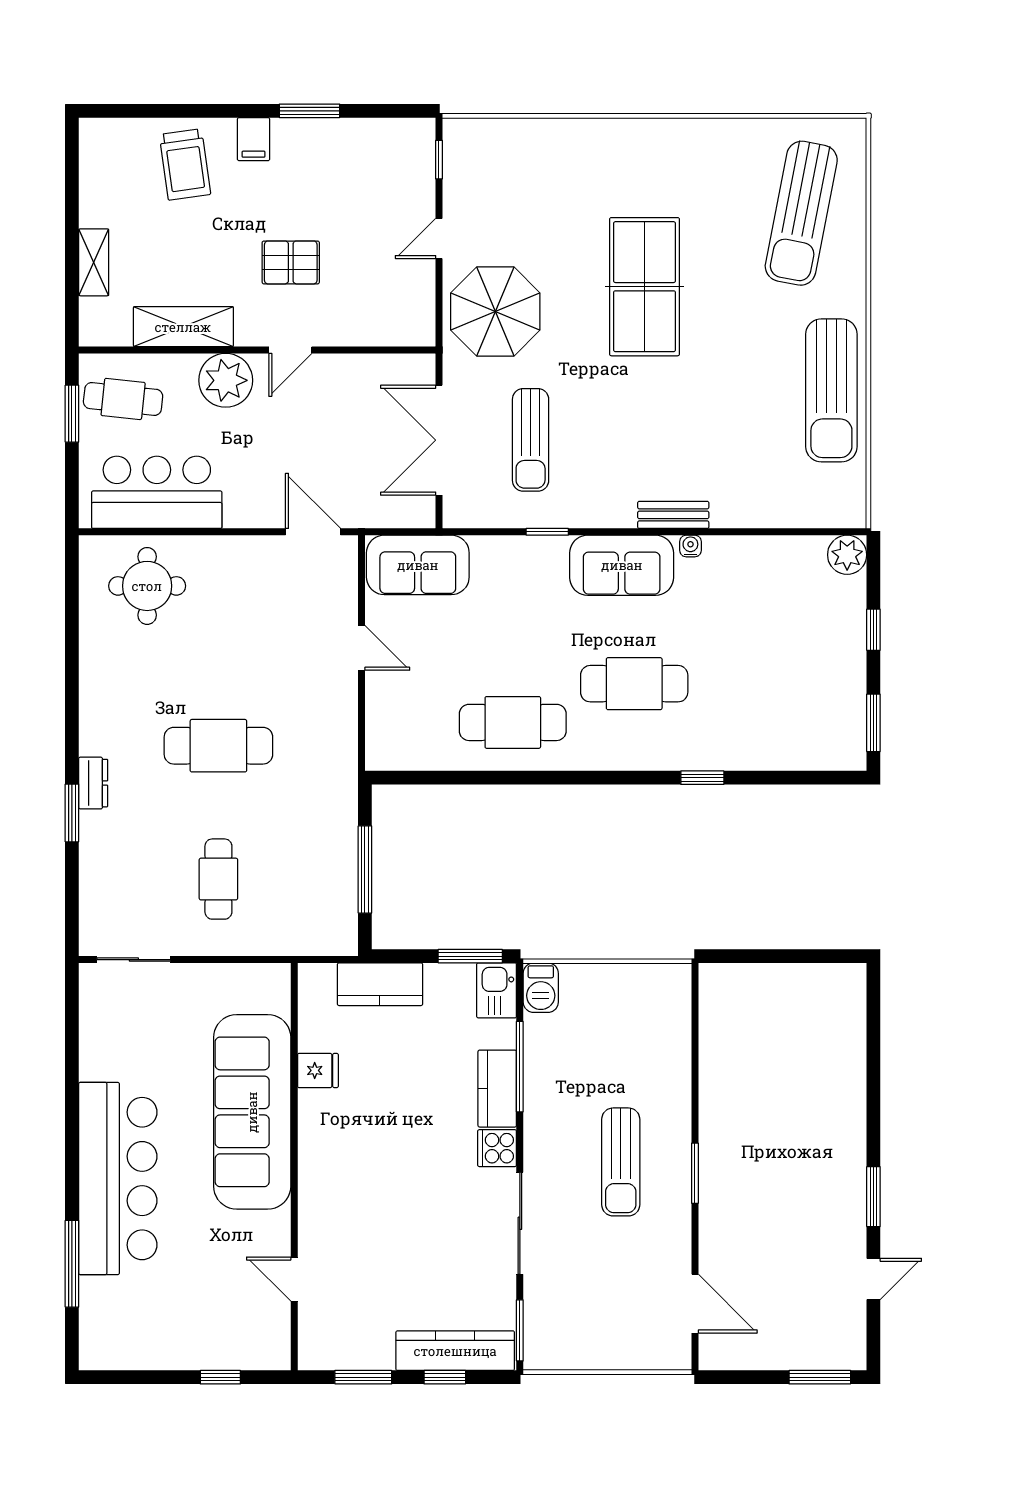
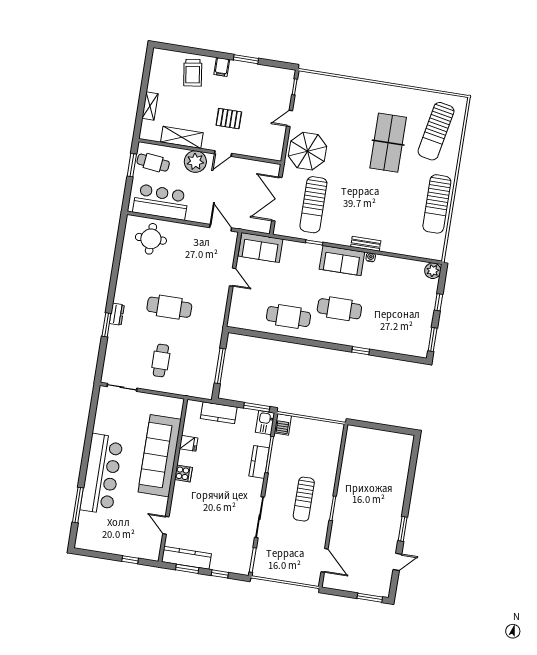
table tennis table: (645, 287) -> (388, 143), moved
sun lounger: (531, 440) -> (313, 205), width x1.36, depth x1.34
cooker: (497, 1148) -> (183, 473), moved, turned 180
kitchen counter: (455, 1351) -> (186, 558), moved

